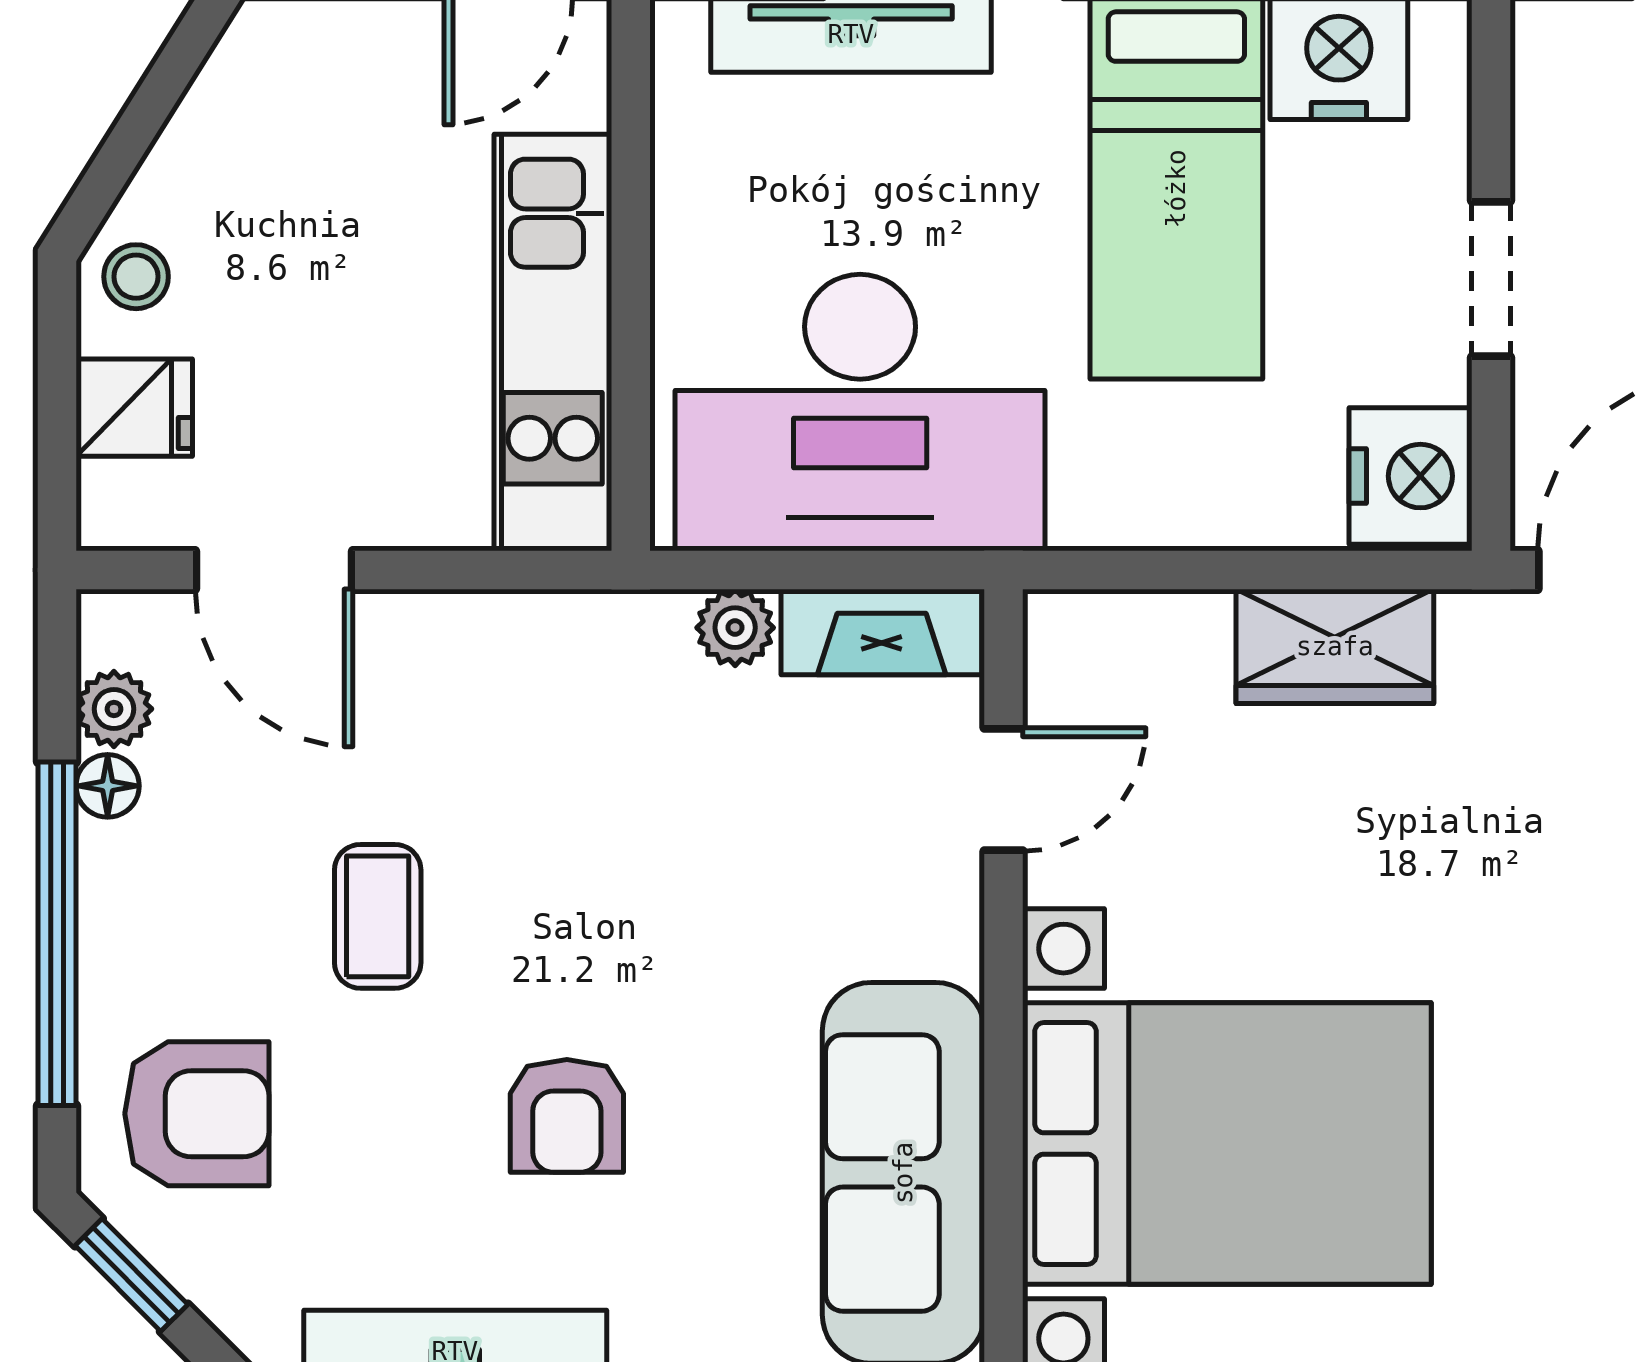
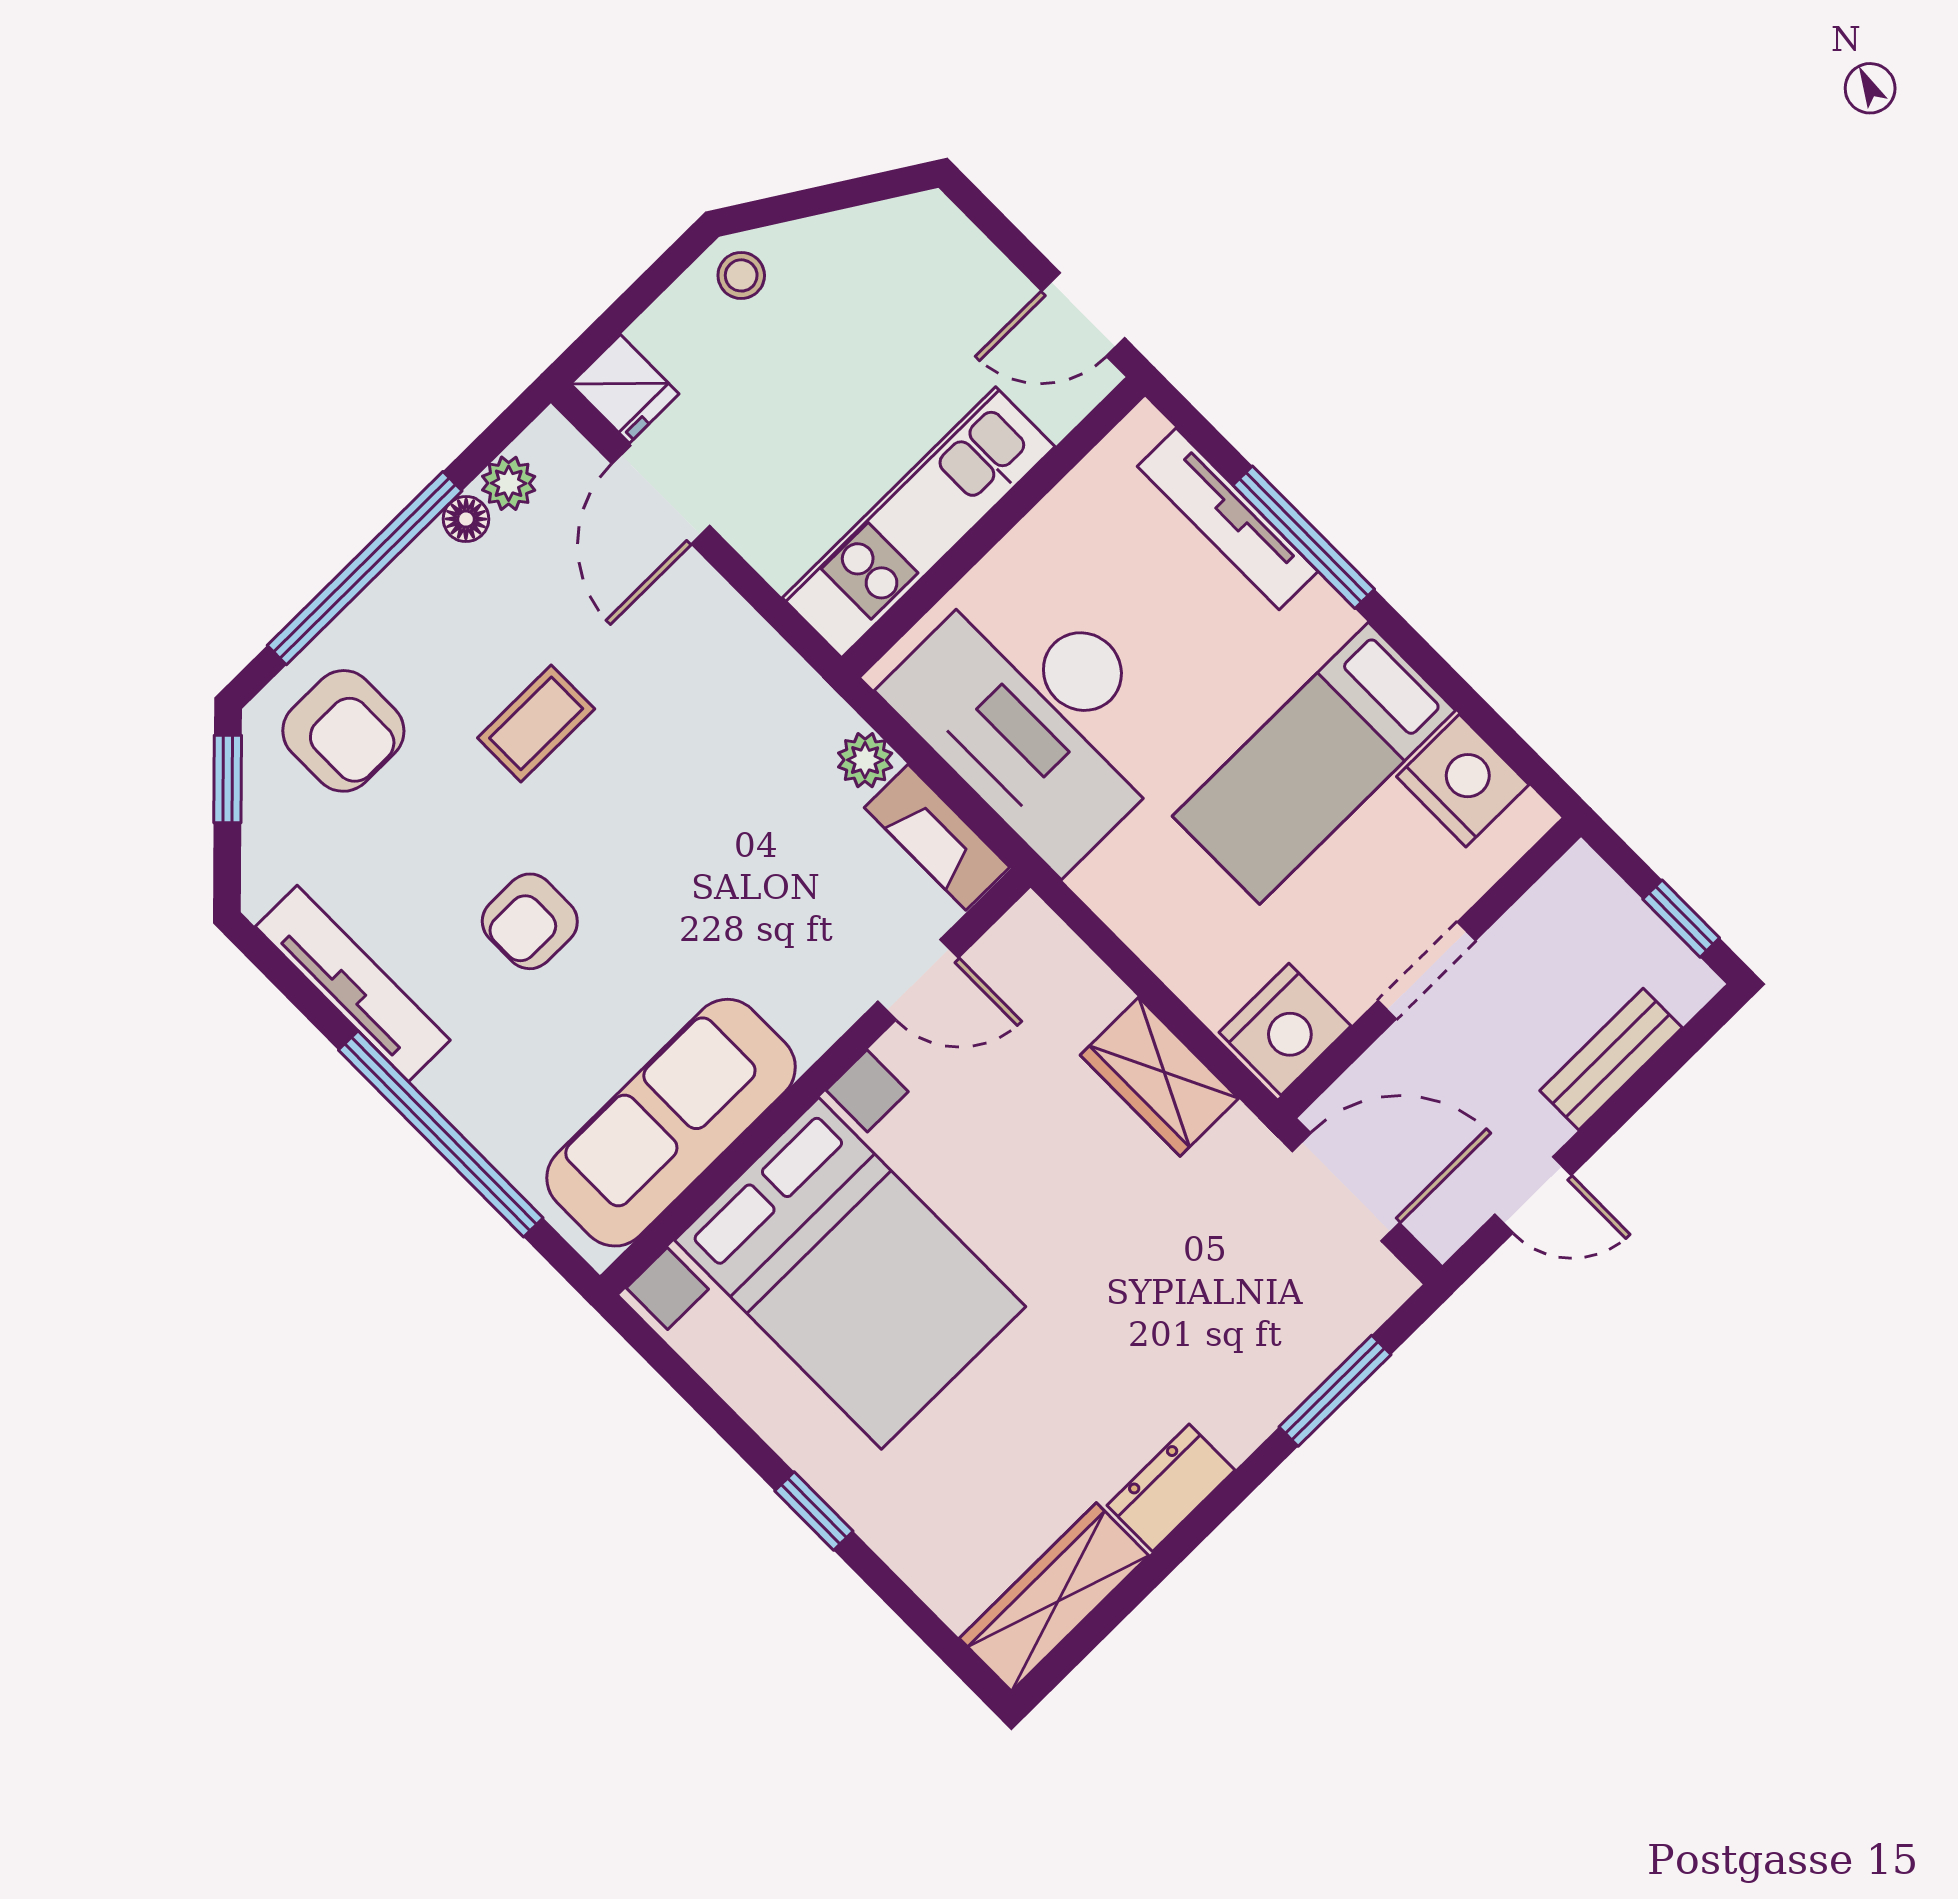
fridge: (134, 408) -> (625, 389), moved

